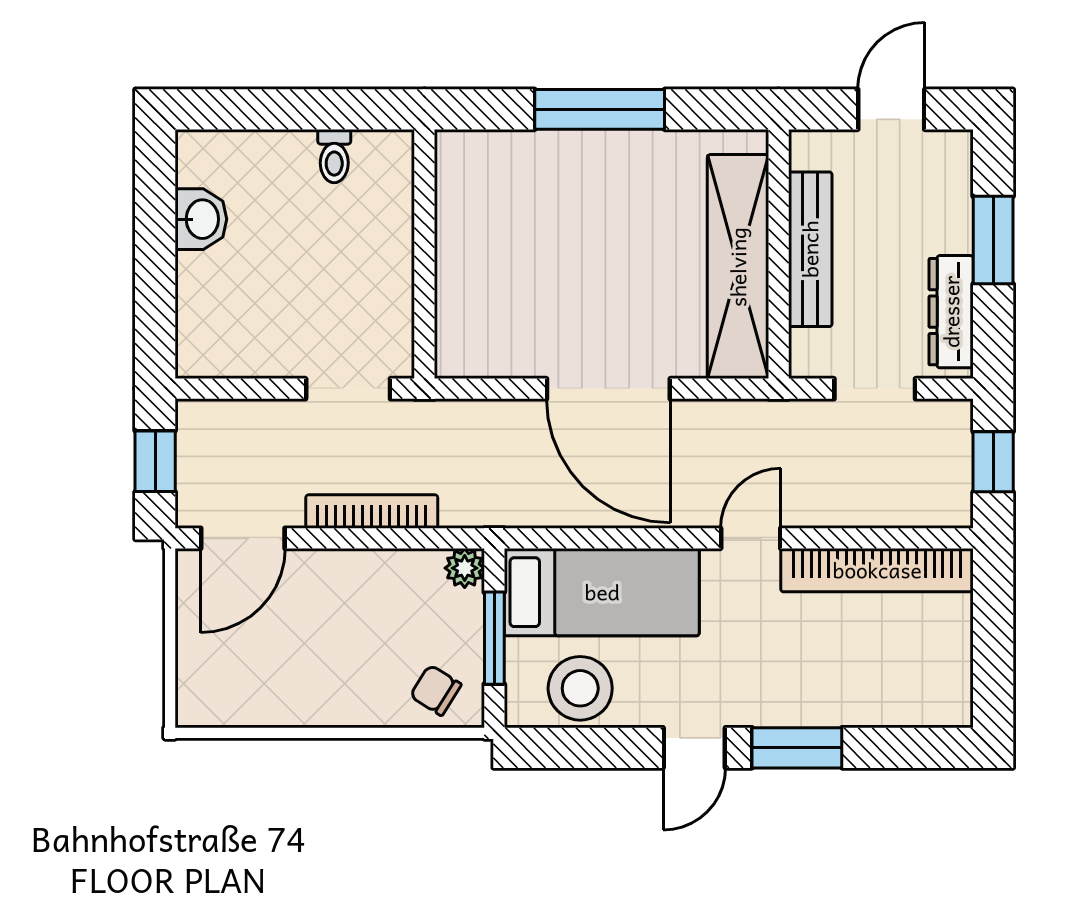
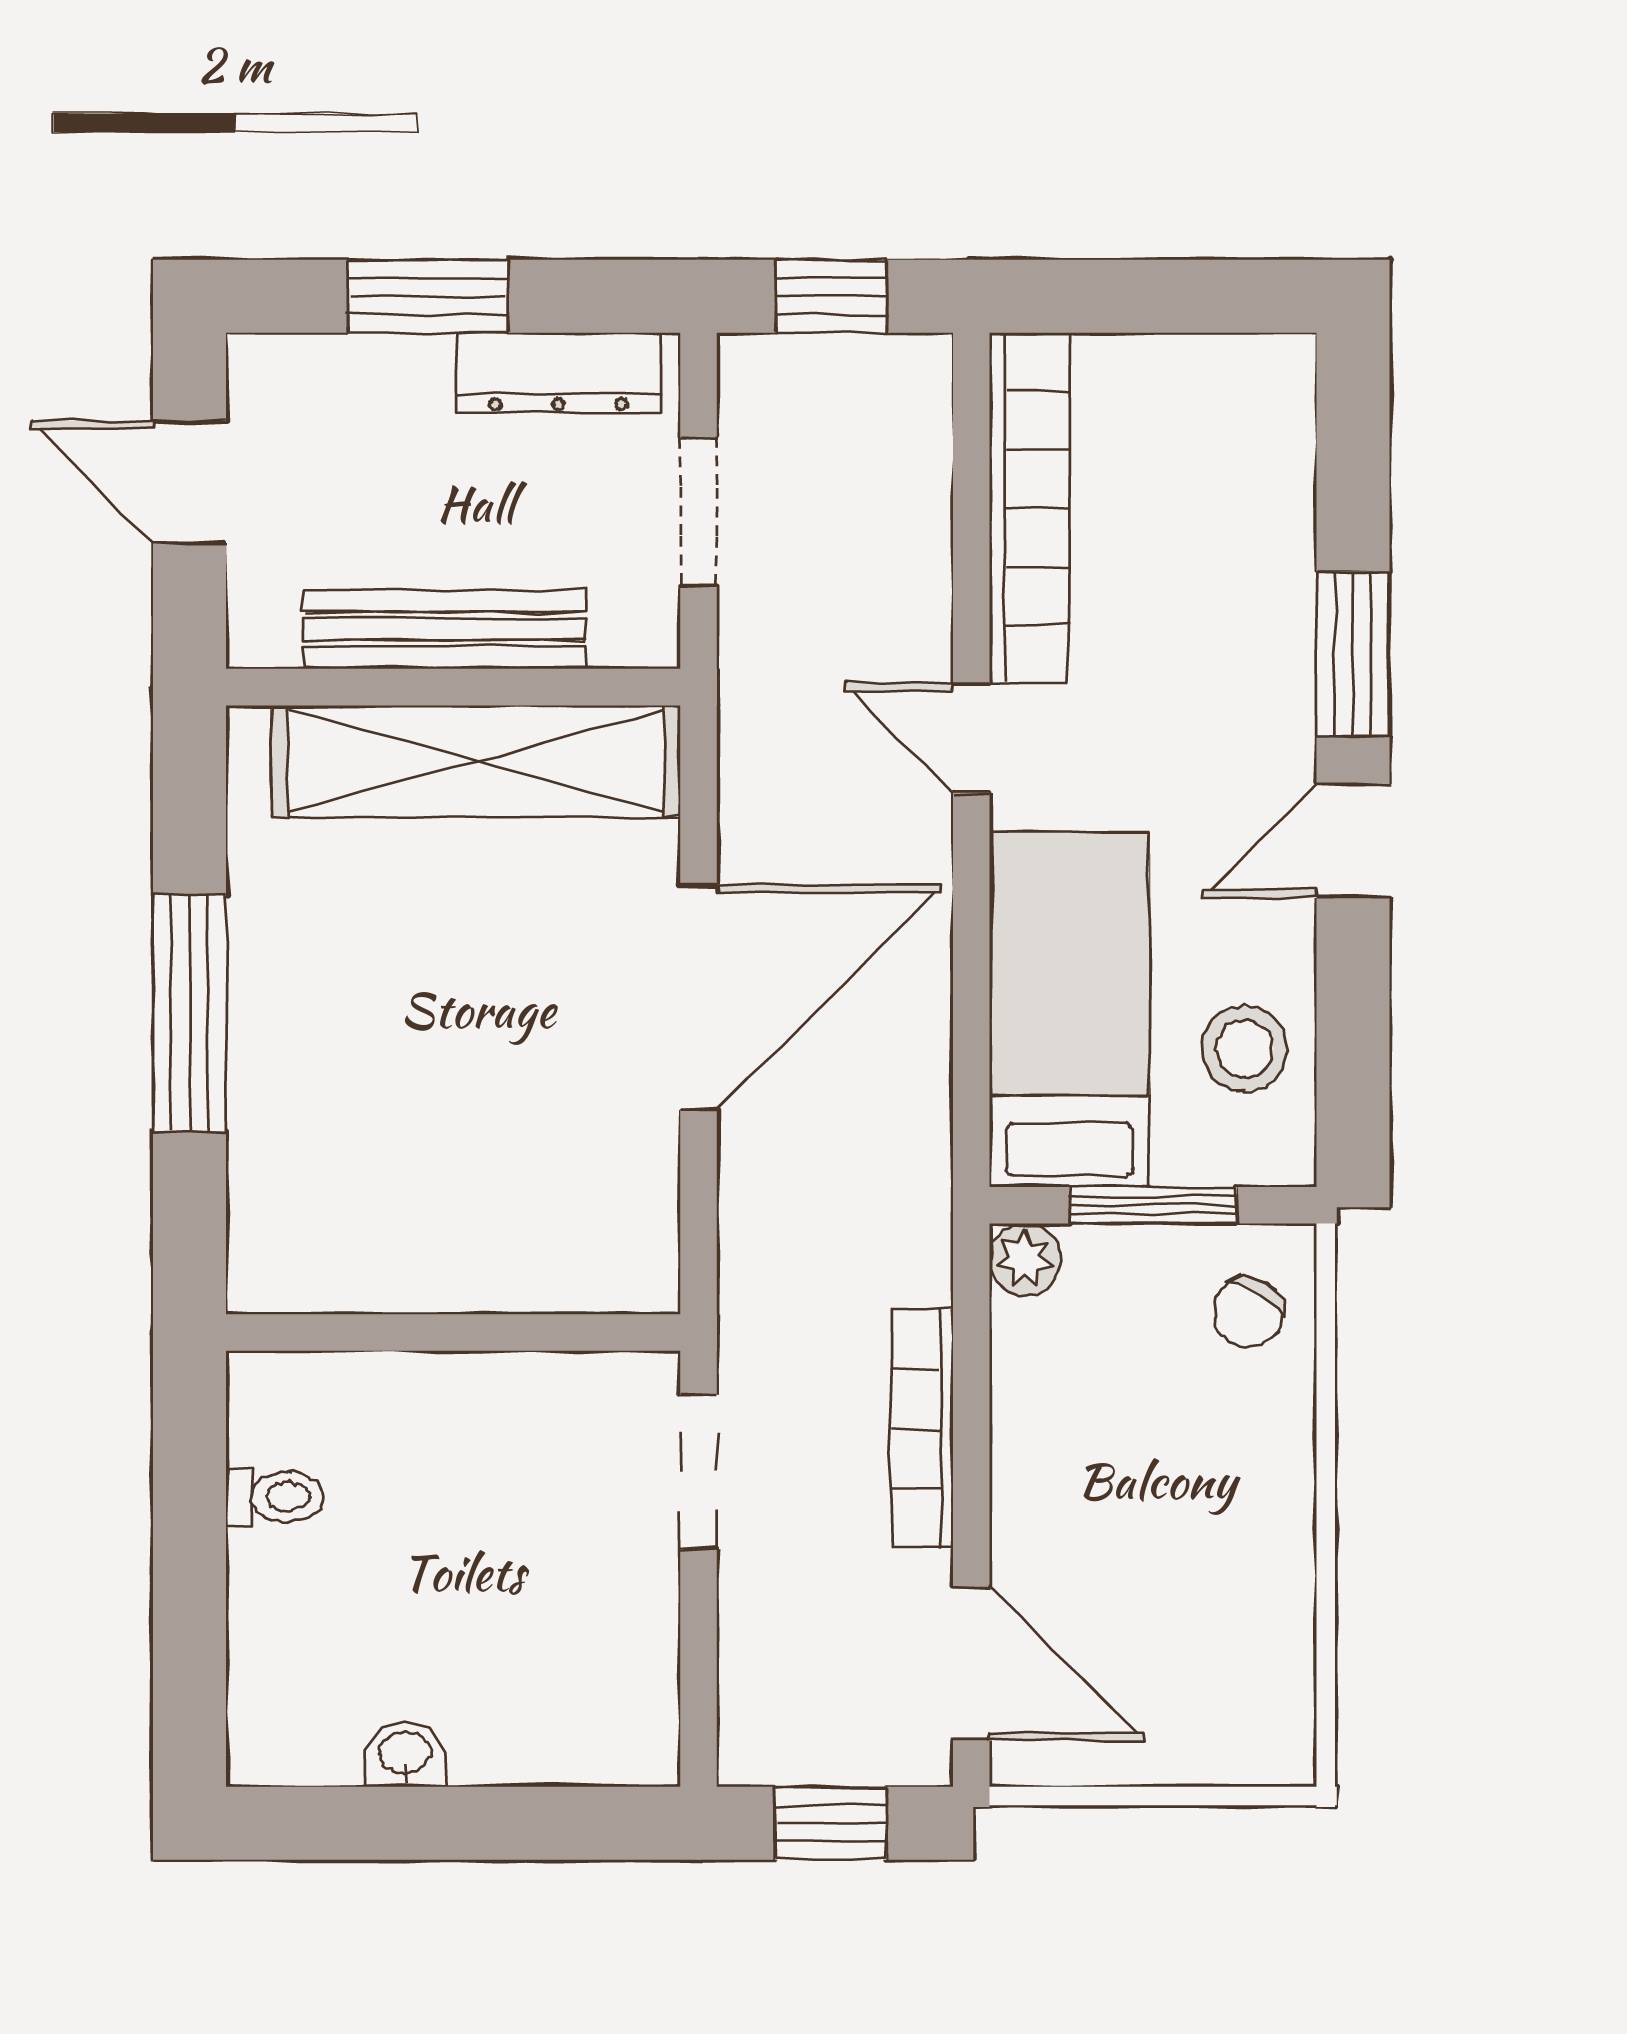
washbasin: (201, 219) -> (405, 1755), width x0.72, depth x0.69
stool: (580, 688) -> (1245, 1049), width x0.73, depth x0.73
door: (694, 748) -> (1353, 841), swing flipped

